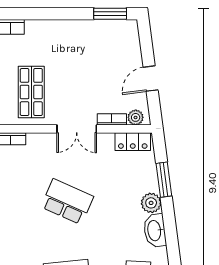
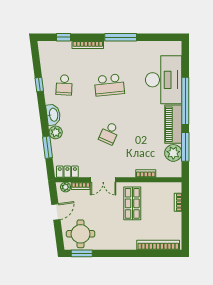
round table: (112, 44) -> (81, 234), added
double door: (77, 129) -> (103, 180), swing flipped
school desk: (67, 202) -> (109, 133), width x0.54

